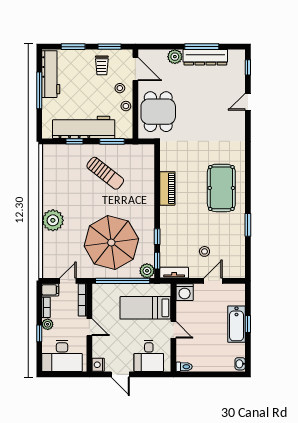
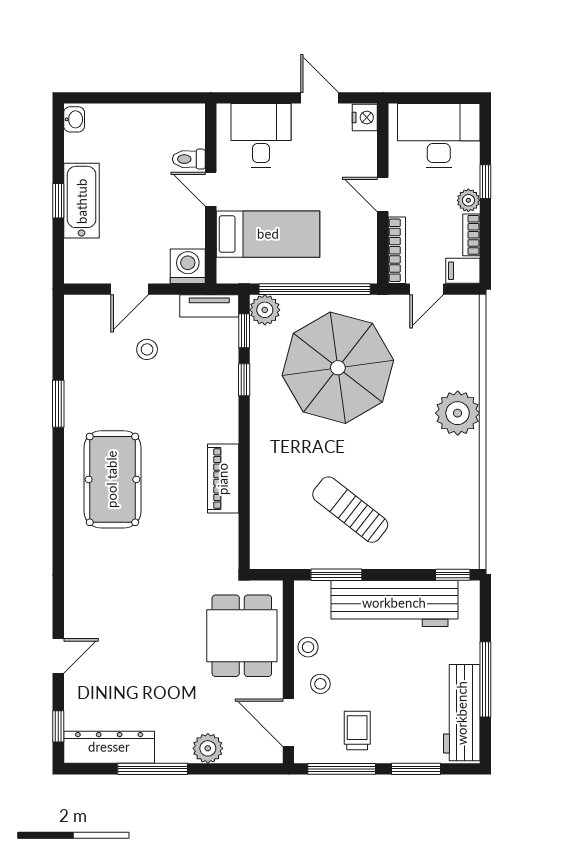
window: (109, 47) -> (342, 769), width x1.44
dresser: (205, 57) -> (109, 747), moved
window: (74, 141) -> (453, 575), moved
toilet: (184, 367) -> (189, 159), moved

